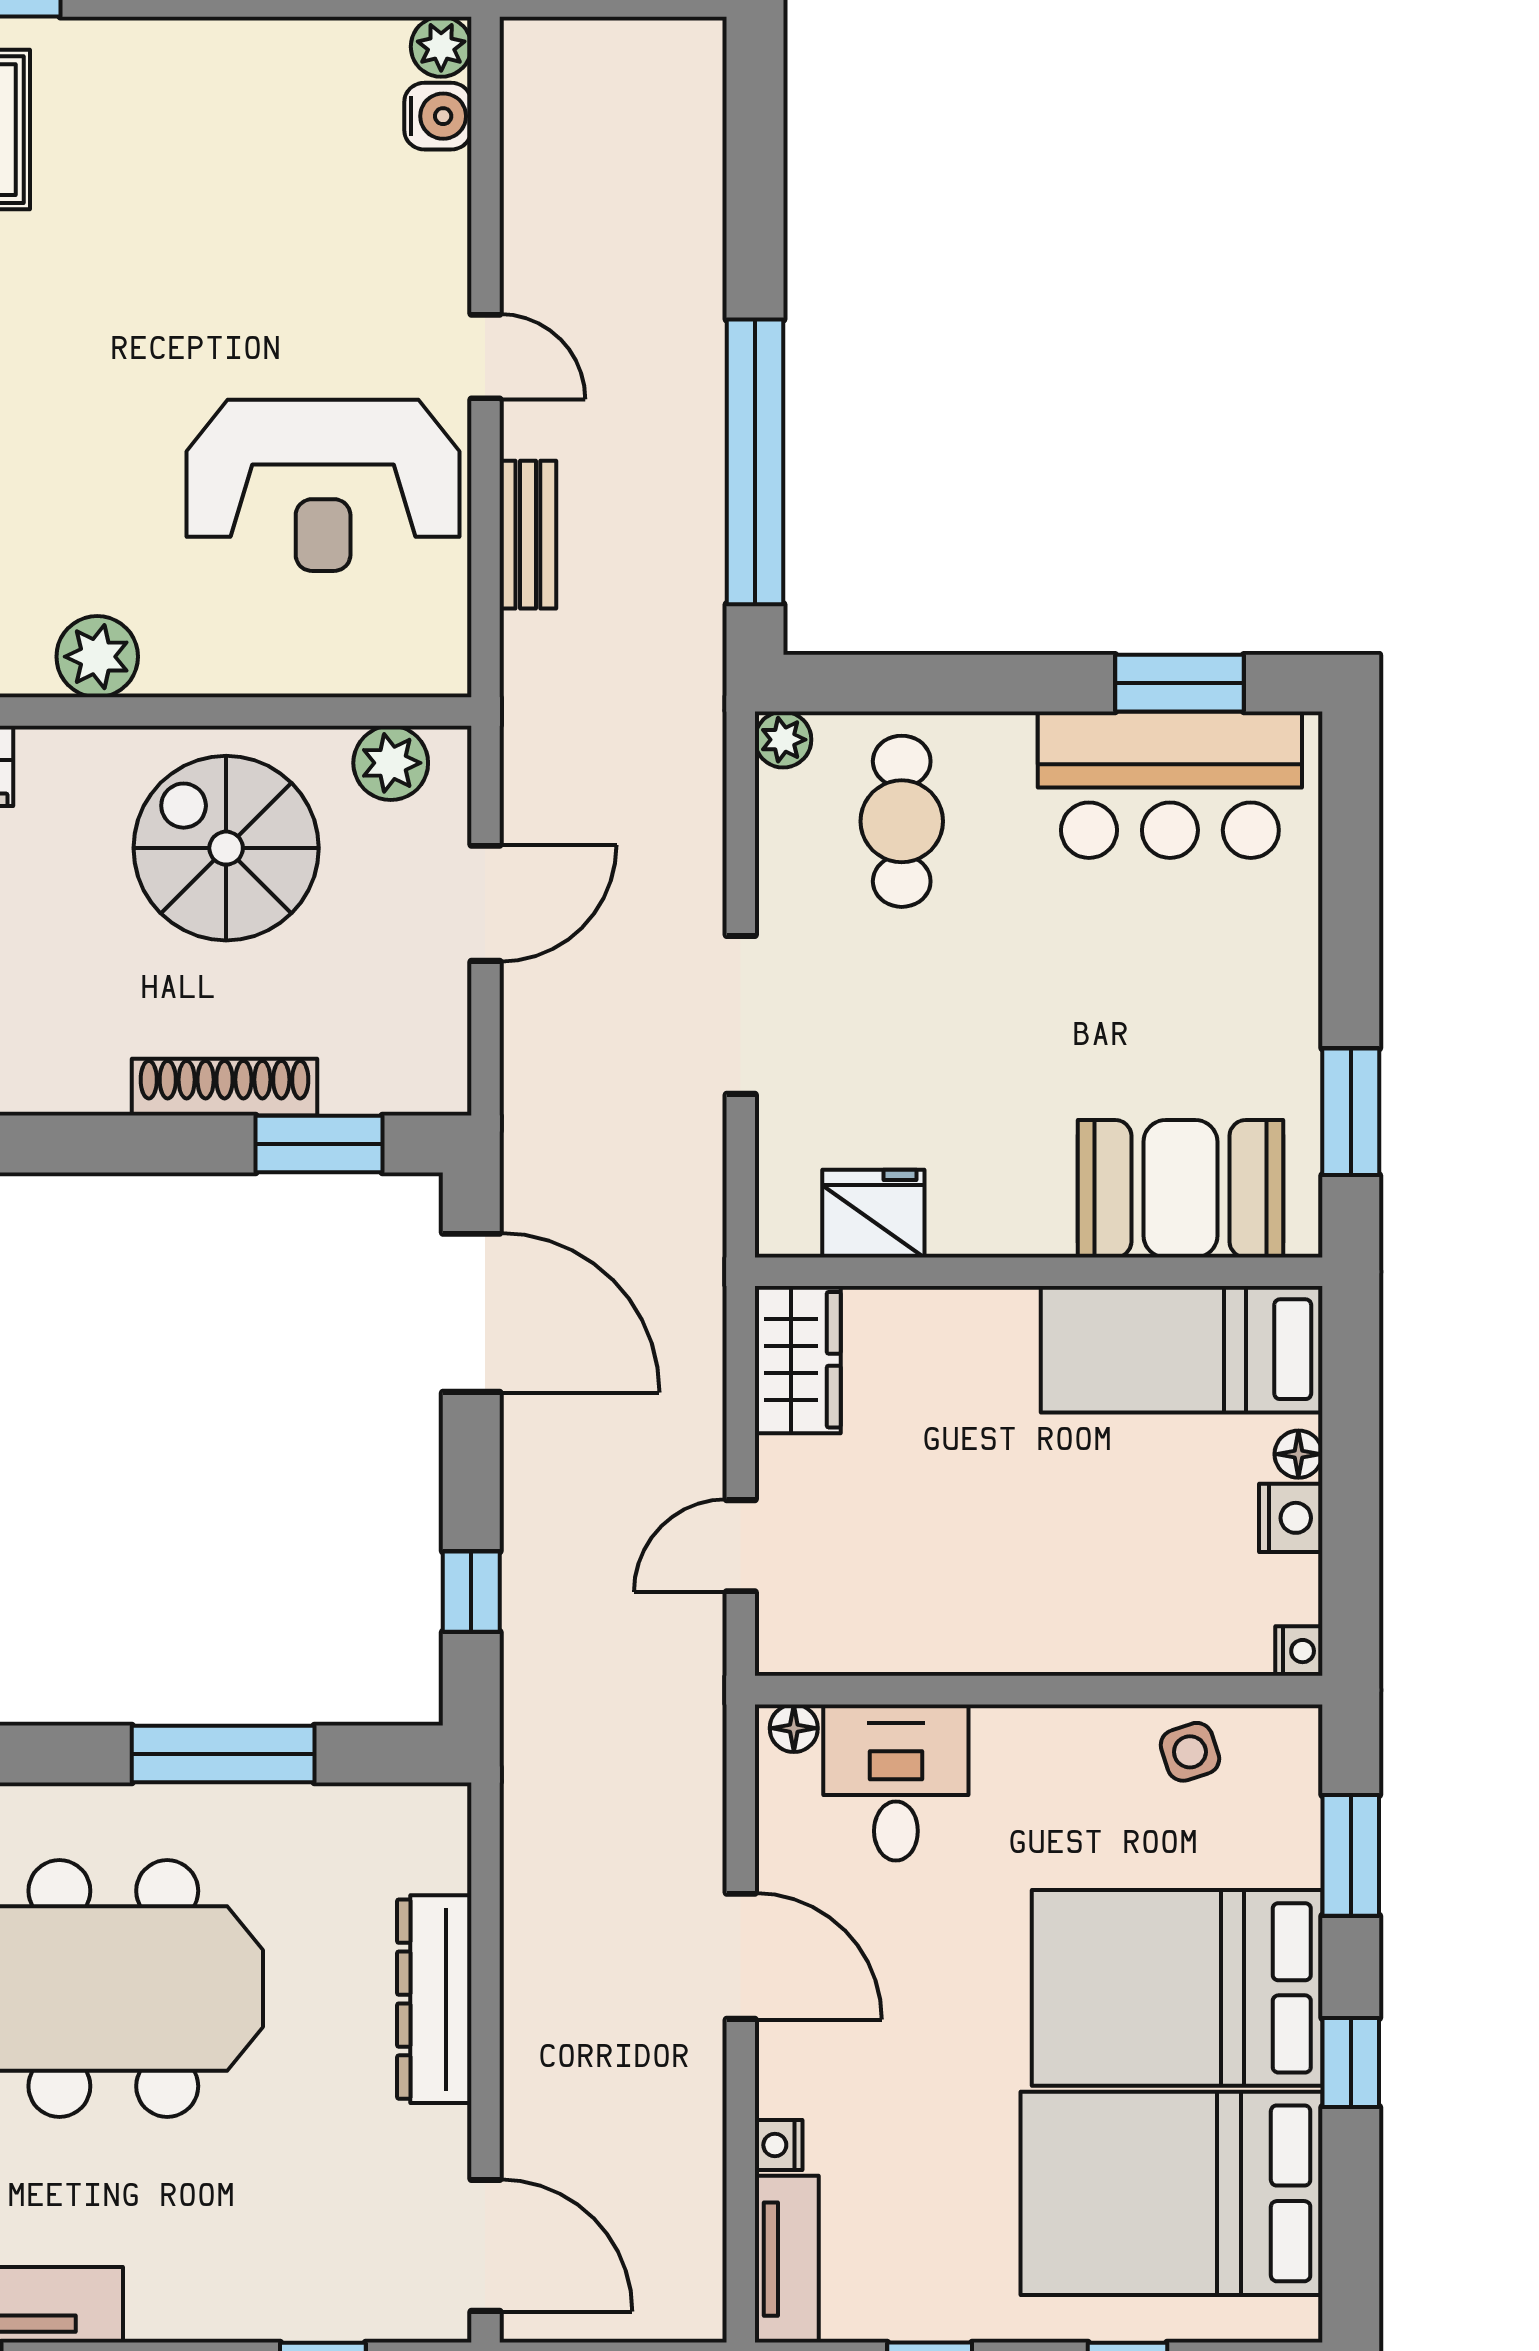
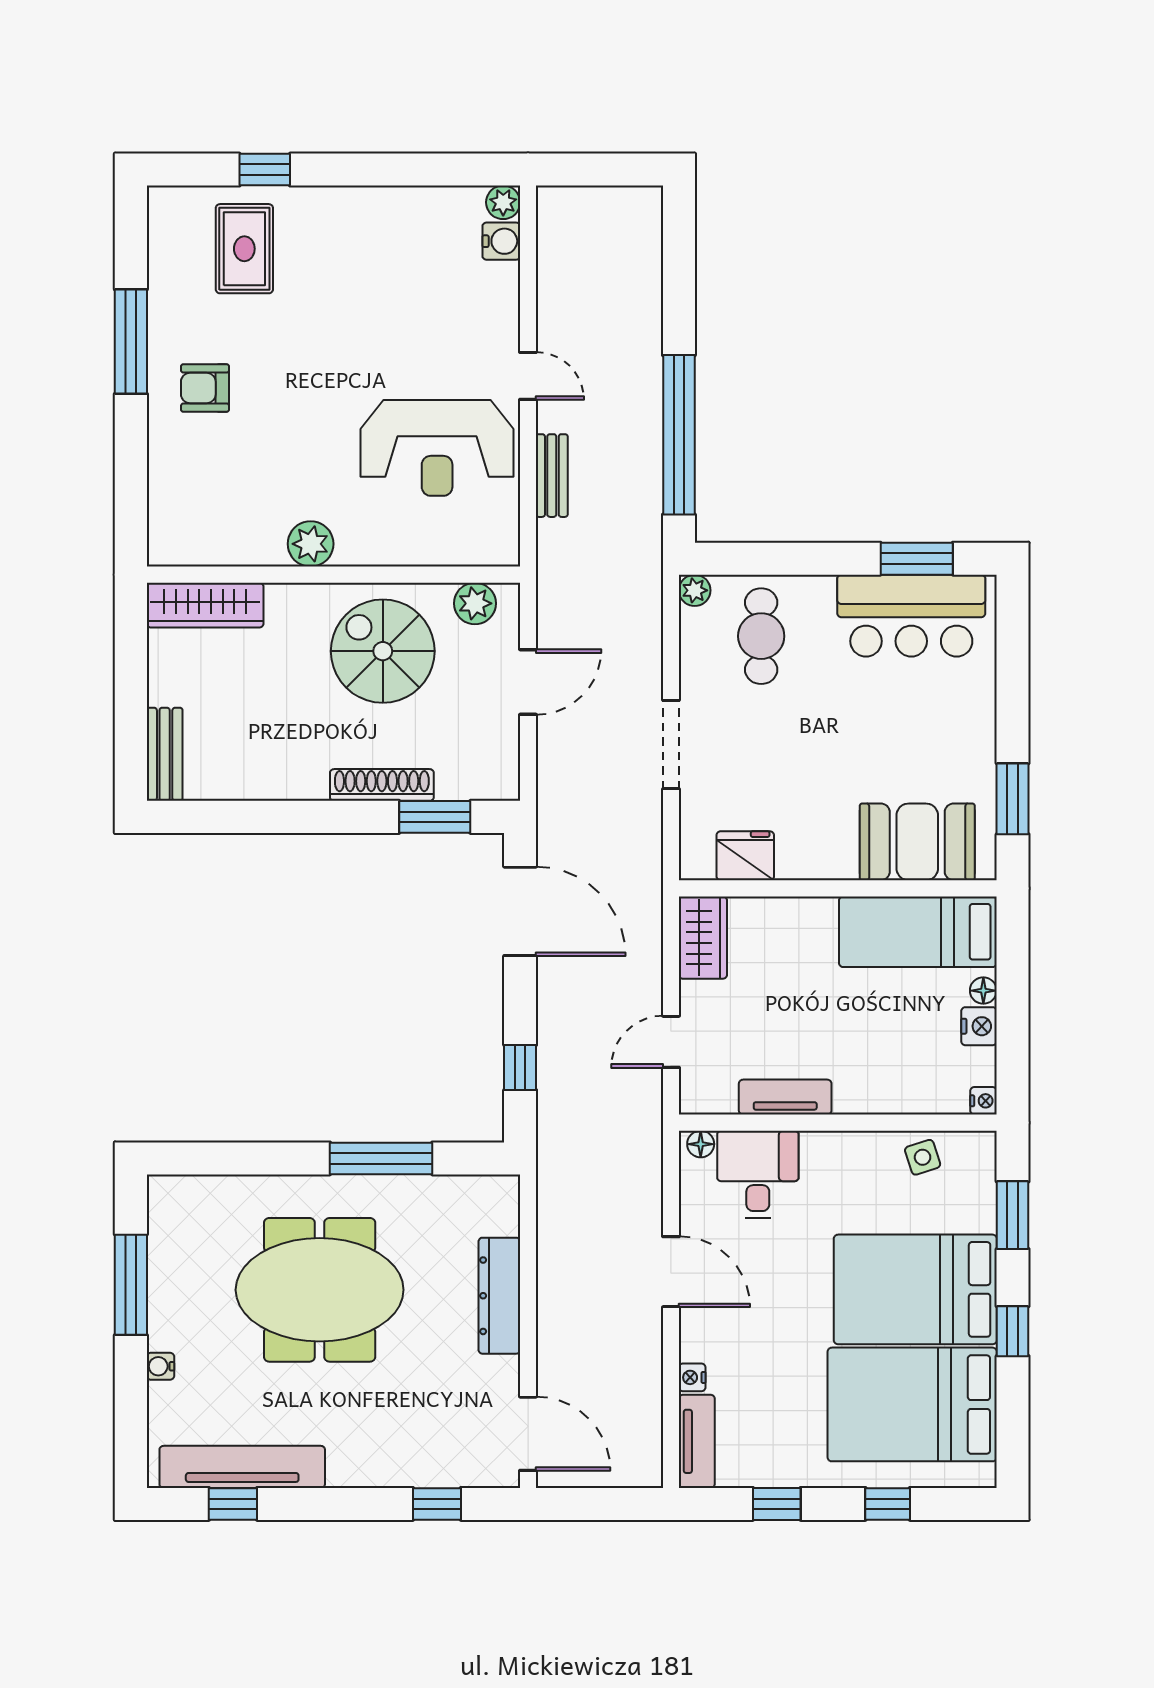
tv unit: (945, 1644) -> (785, 1097), added

